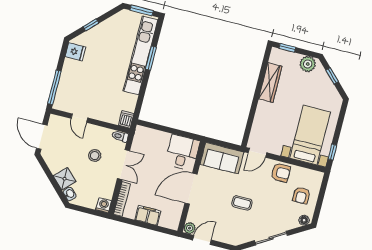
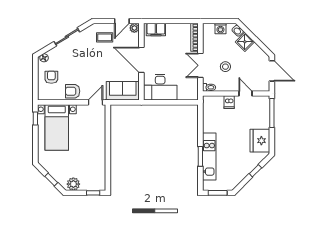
fridge: (75, 52) -> (260, 141), width x1.88, depth x1.34
kitchen unit: (140, 55) -> (209, 156), width x0.73
wardrobe: (270, 83) -> (100, 161), removed
dishwasher: (126, 119) -> (229, 102), moved
desk: (182, 153) -> (160, 87), width x1.37
door: (191, 189) -> (141, 60), swing flipped
coffee table: (242, 203) -> (105, 37), moved
washing machine: (104, 205) -> (220, 29), moved
filing cabinet: (148, 215) -> (156, 30), moved

